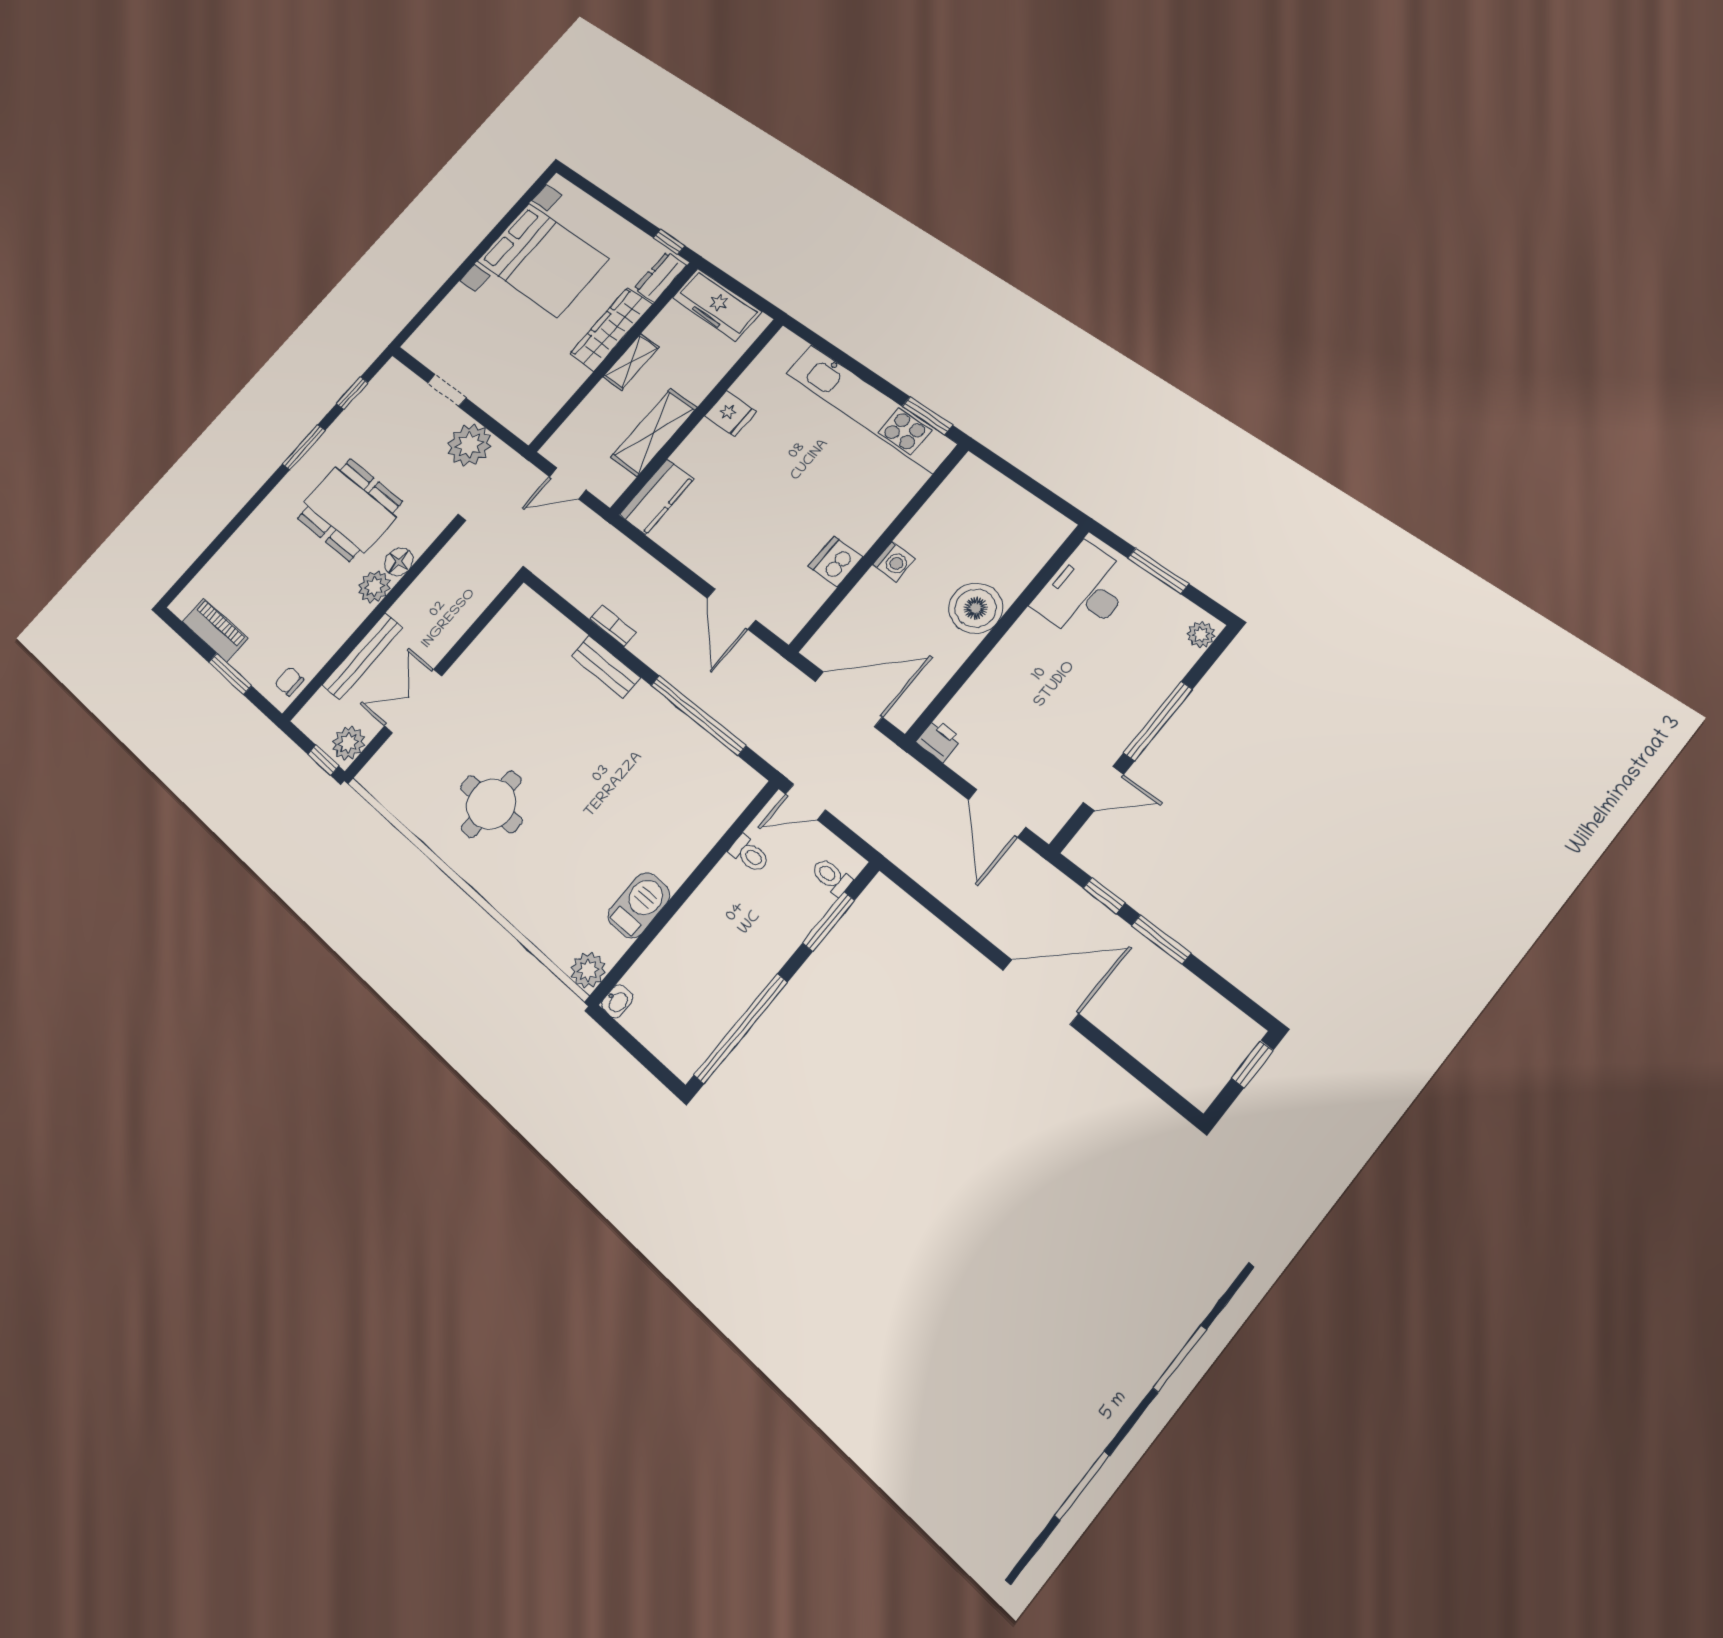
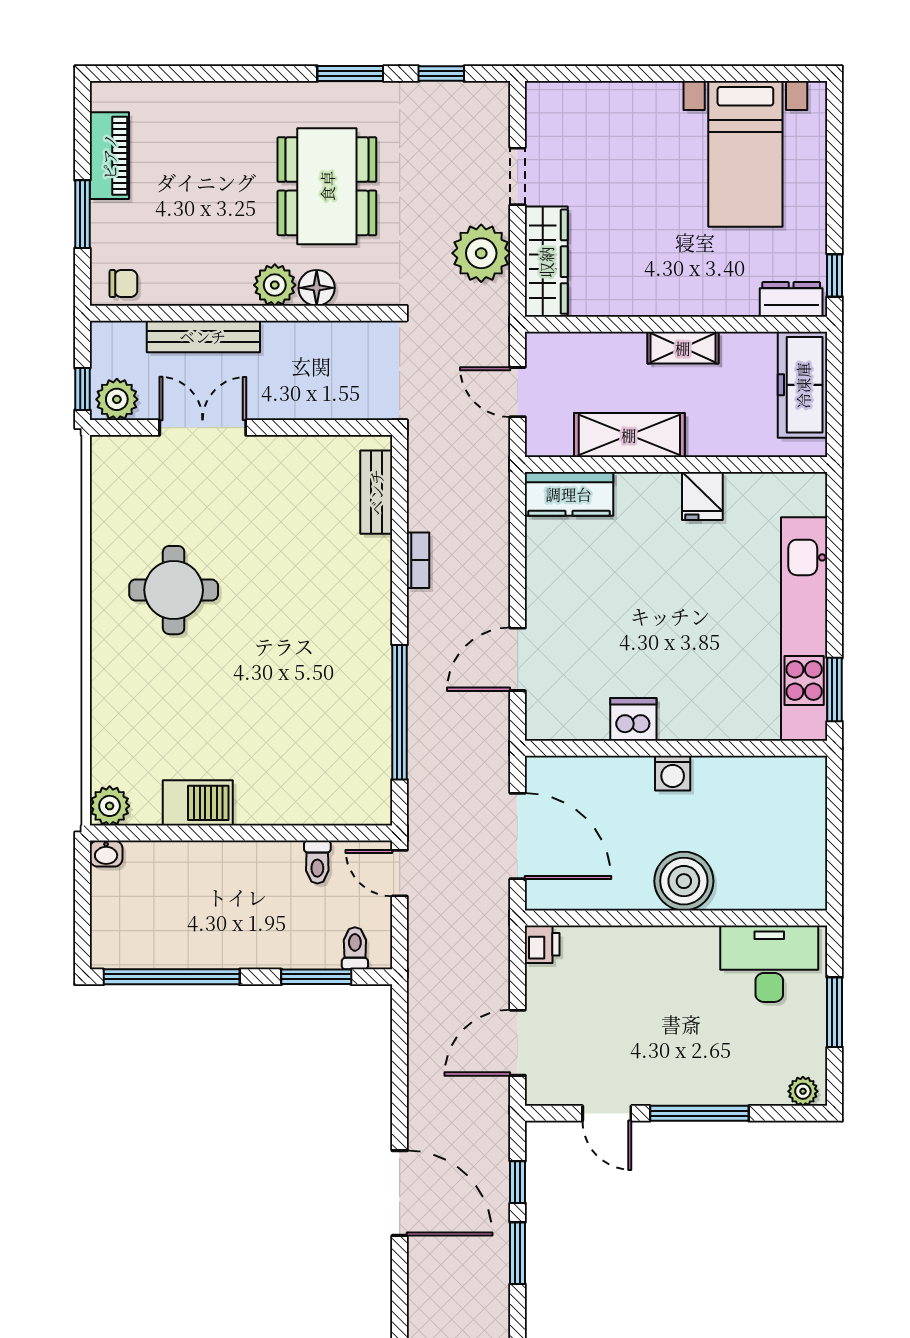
bed with nightstands: (543, 260) -> (745, 154), width x0.73
wardrobe: (611, 329) -> (546, 262), moved, turned 90
bench: (606, 667) -> (376, 492), moved
chair: (289, 681) -> (123, 284), turned 90

